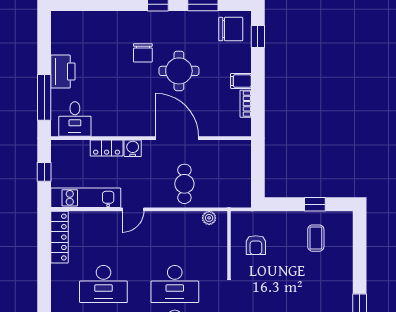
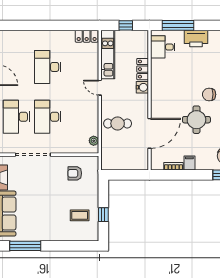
door: (177, 138) -> (150, 133), moved
locker: (60, 237) -> (87, 36), width x0.66

